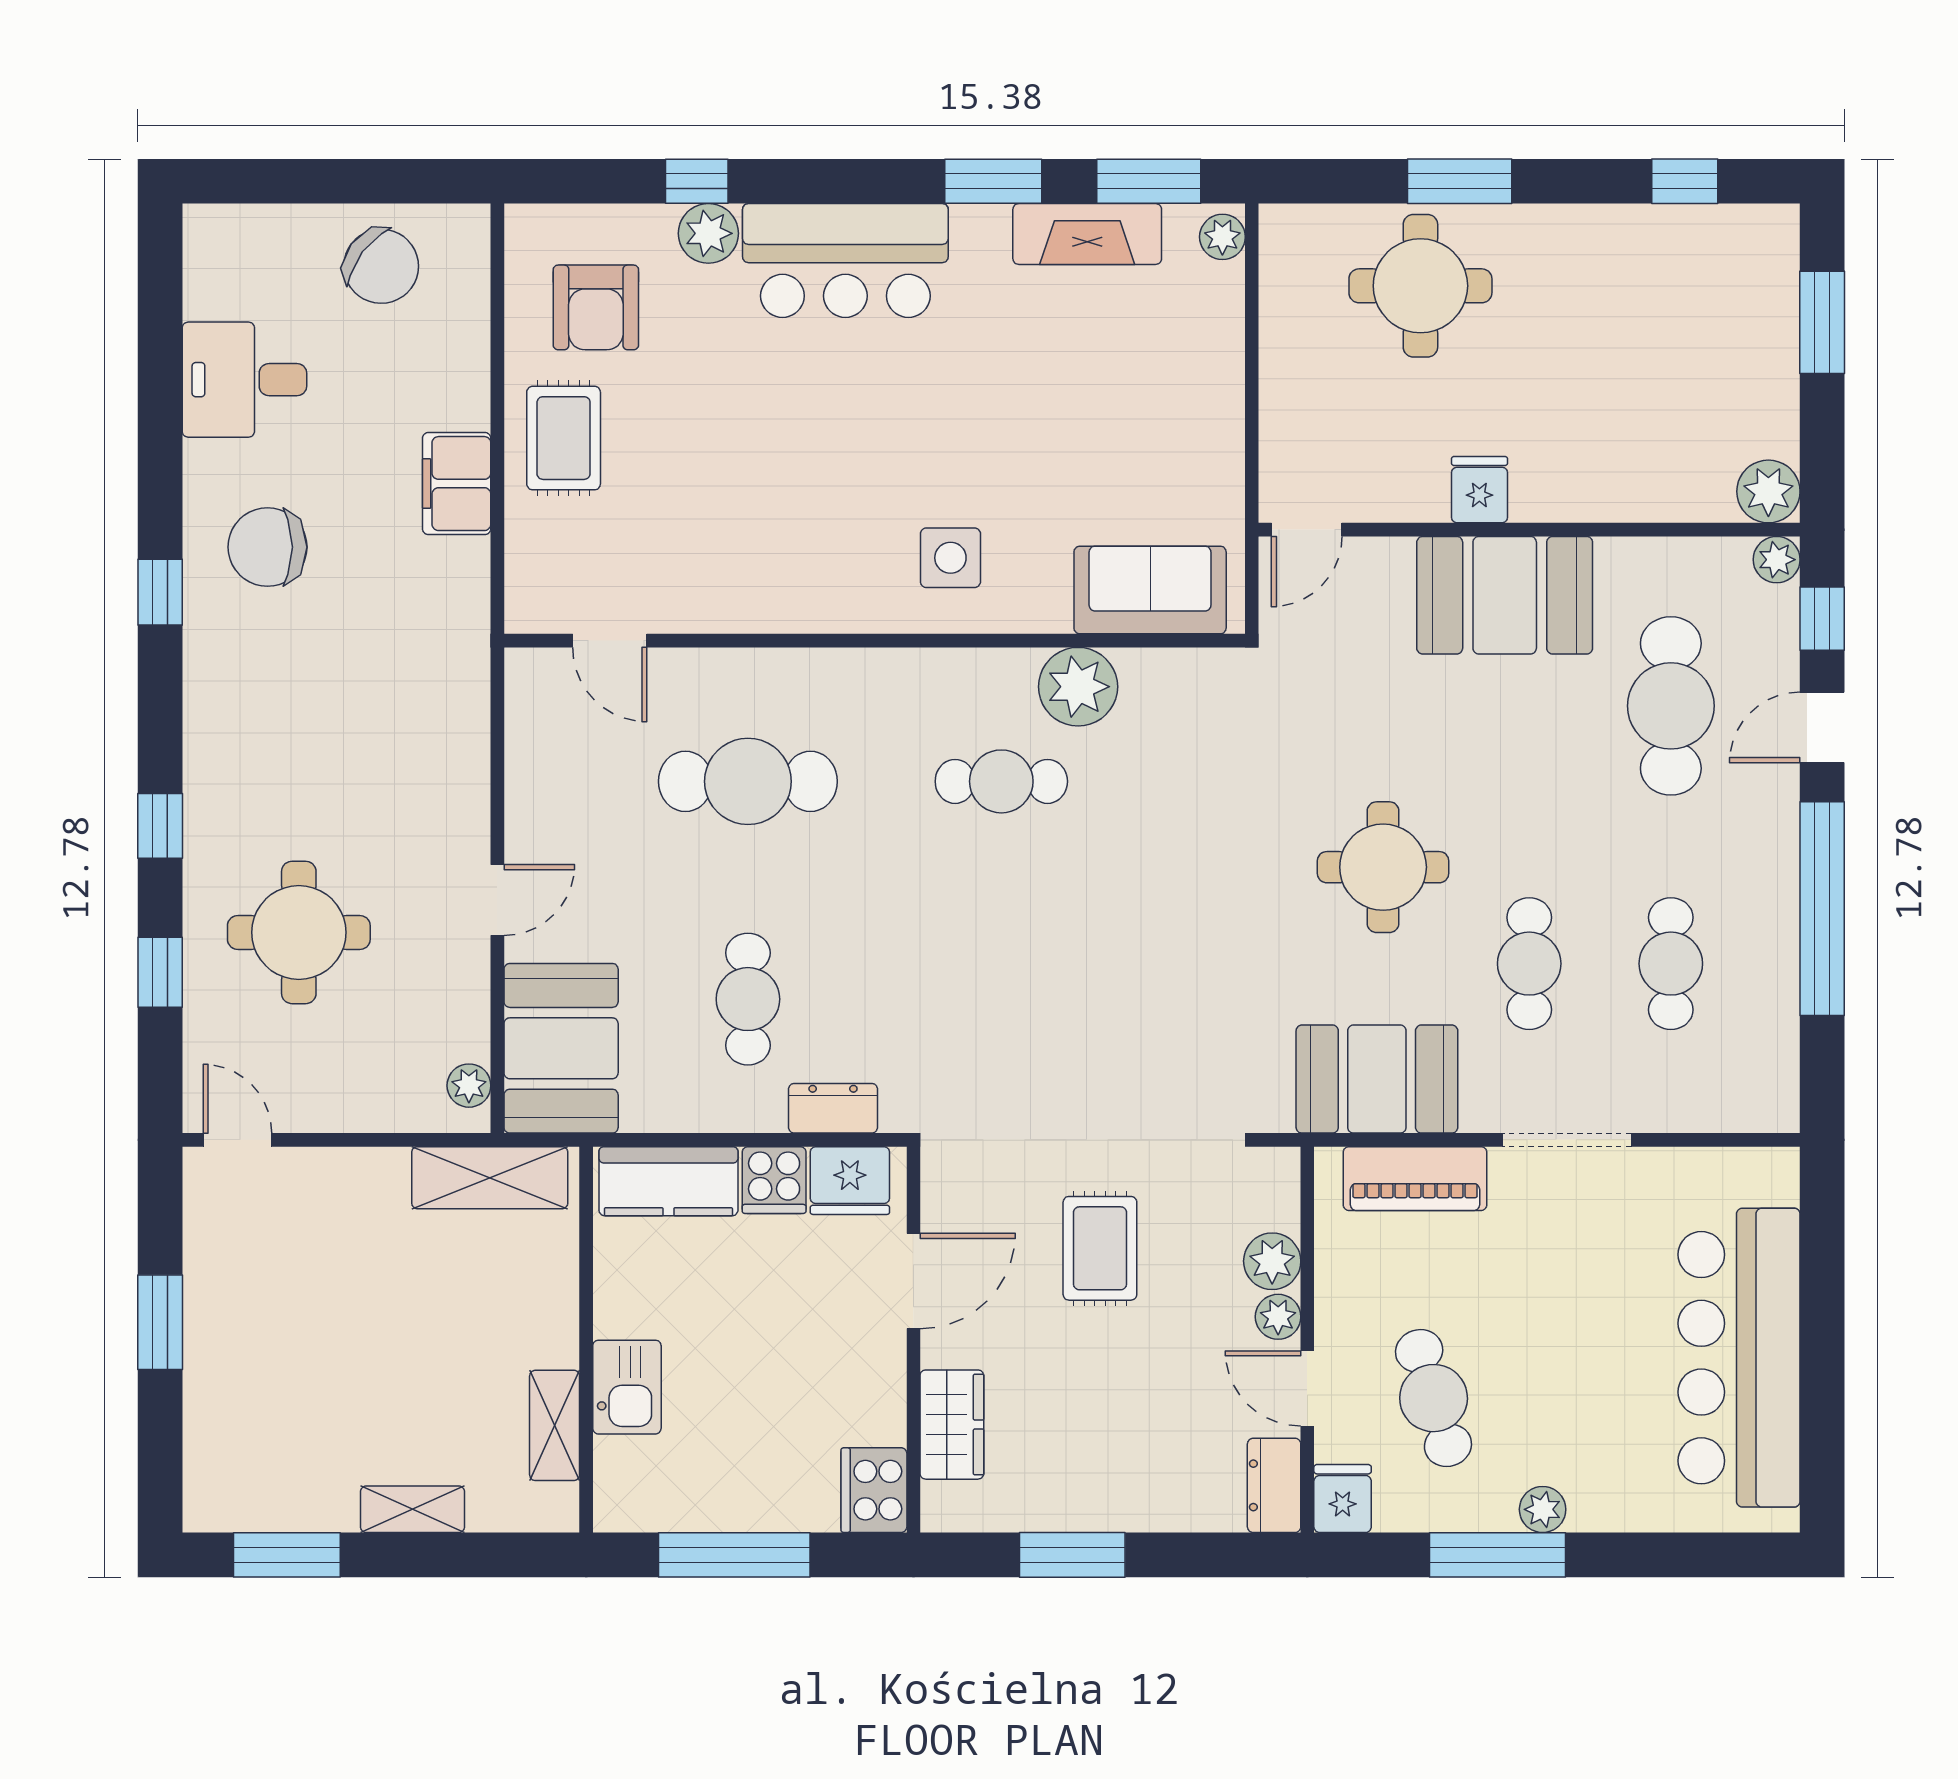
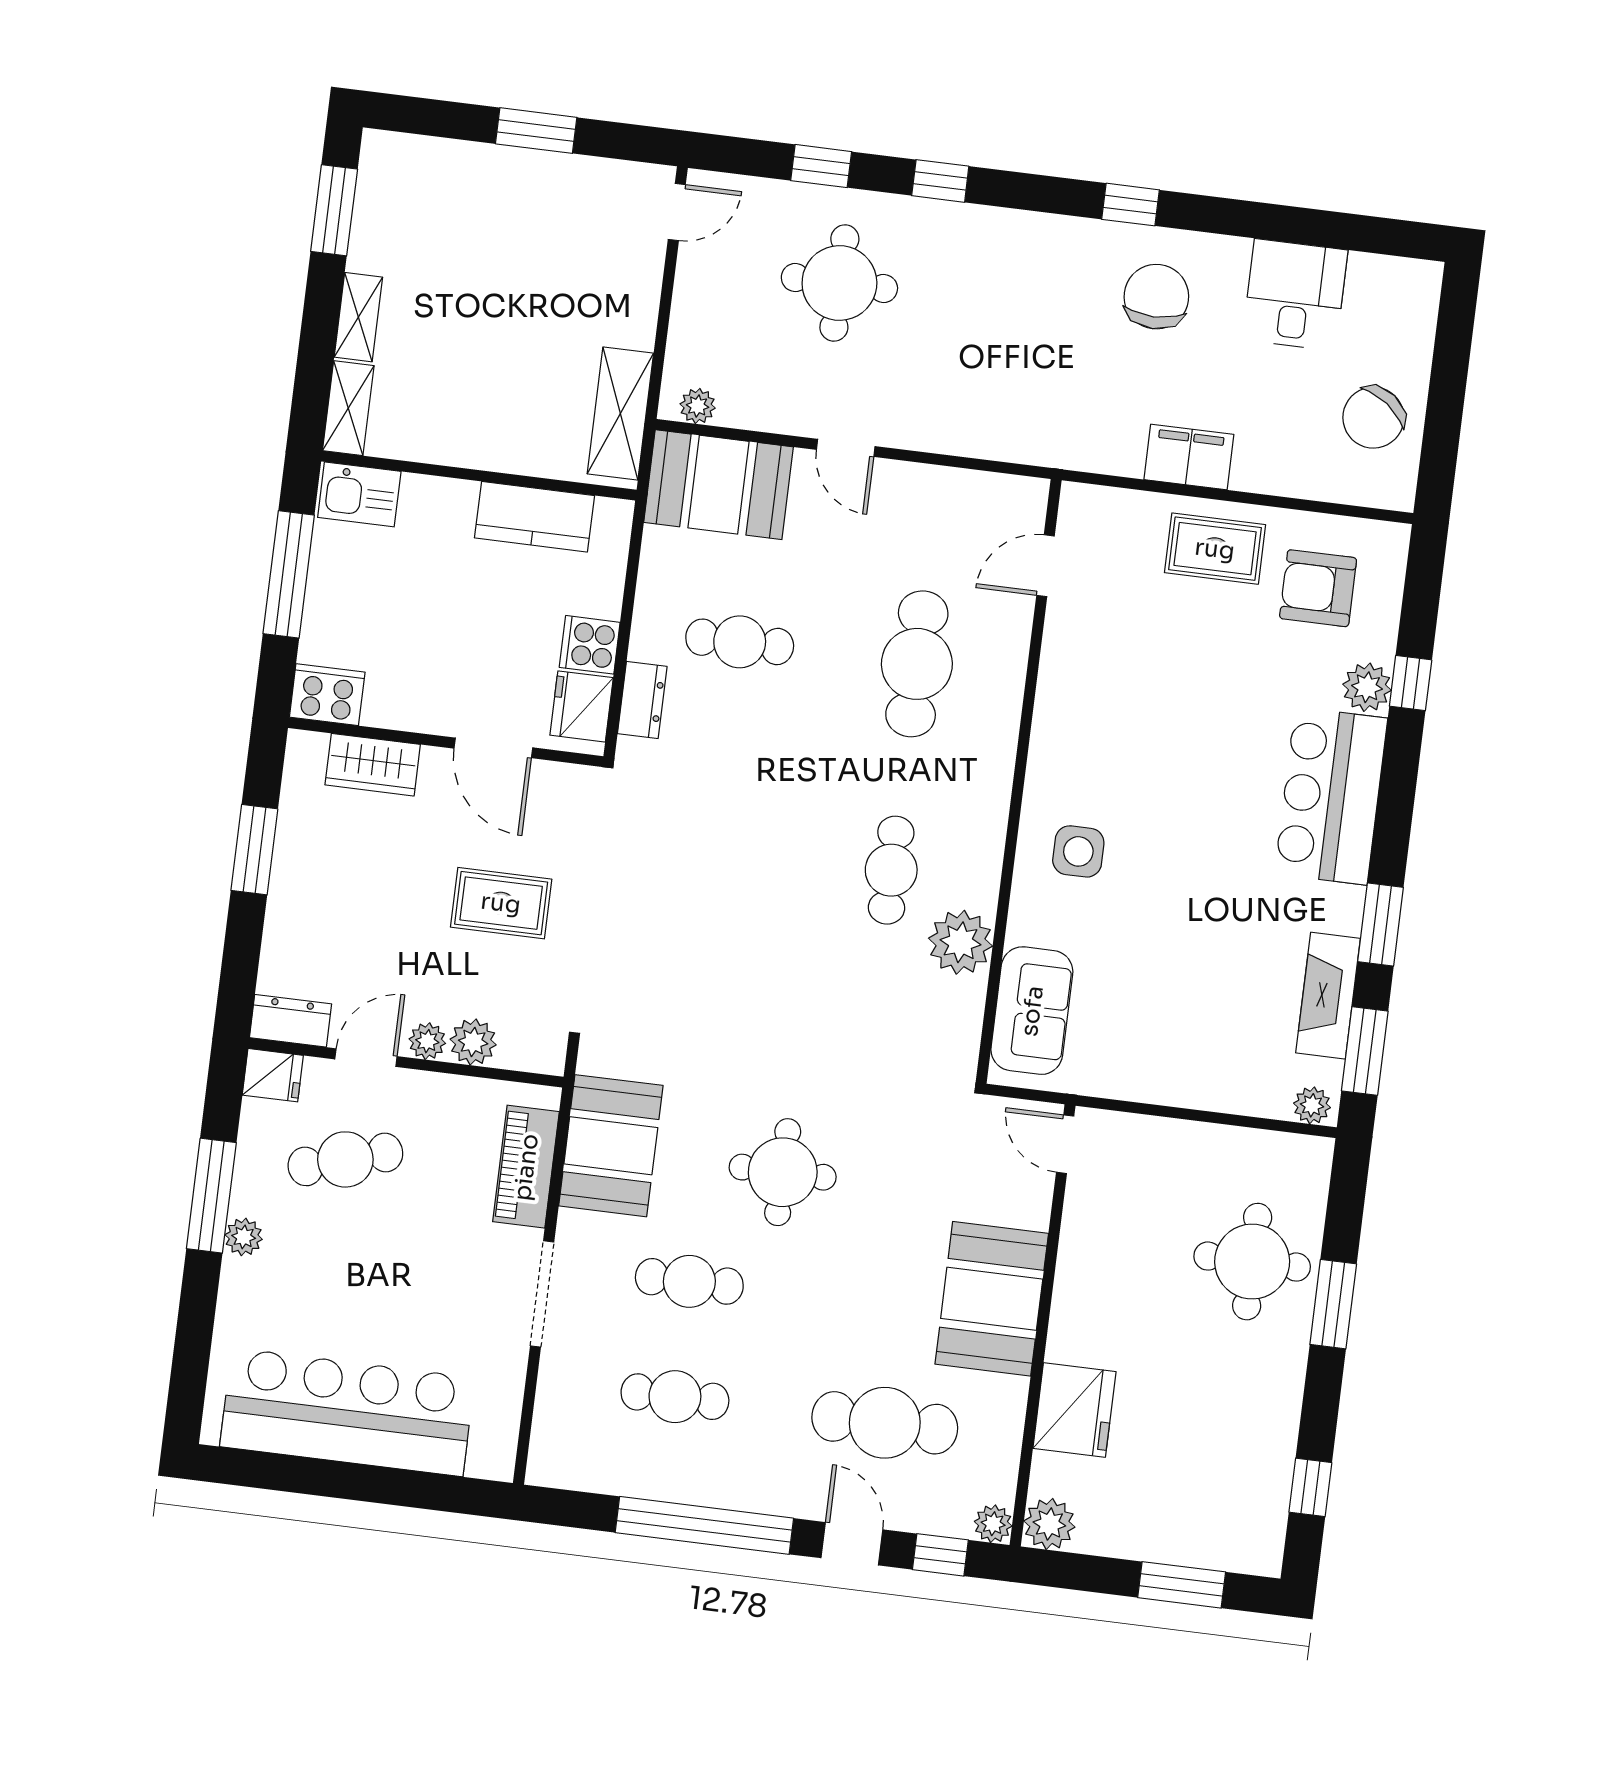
fridge: (1479, 490) -> (1074, 1410), moved, width x1.88, depth x1.34
kitchen counter: (668, 1181) -> (534, 517), moved, turned -90
kitchen sink: (627, 1387) -> (359, 494), moved
shelving: (555, 1425) -> (348, 408), moved, turned 90

